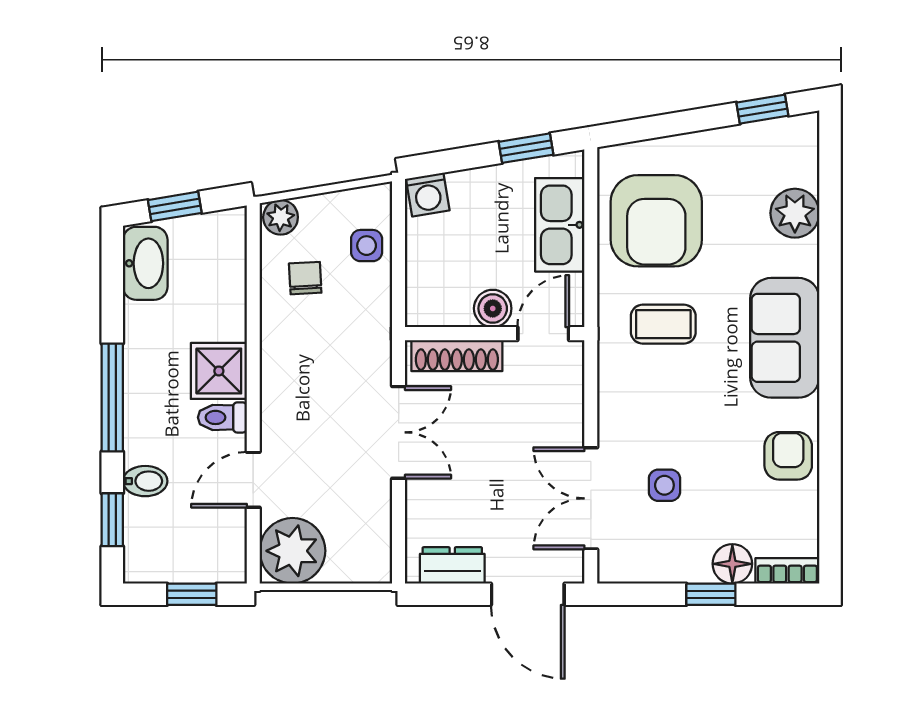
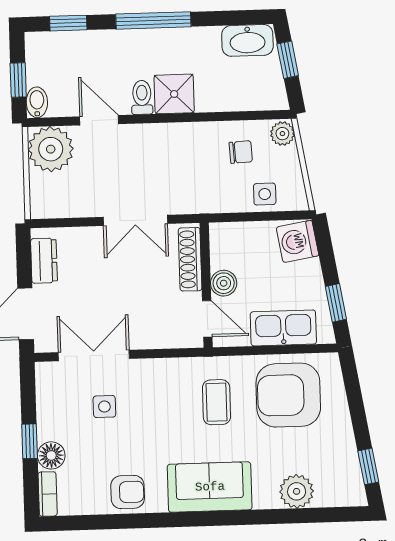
washing machine: (428, 195) -> (298, 241), width x1.38, depth x1.38
bidet: (145, 481) -> (37, 102), moved, turned 180

